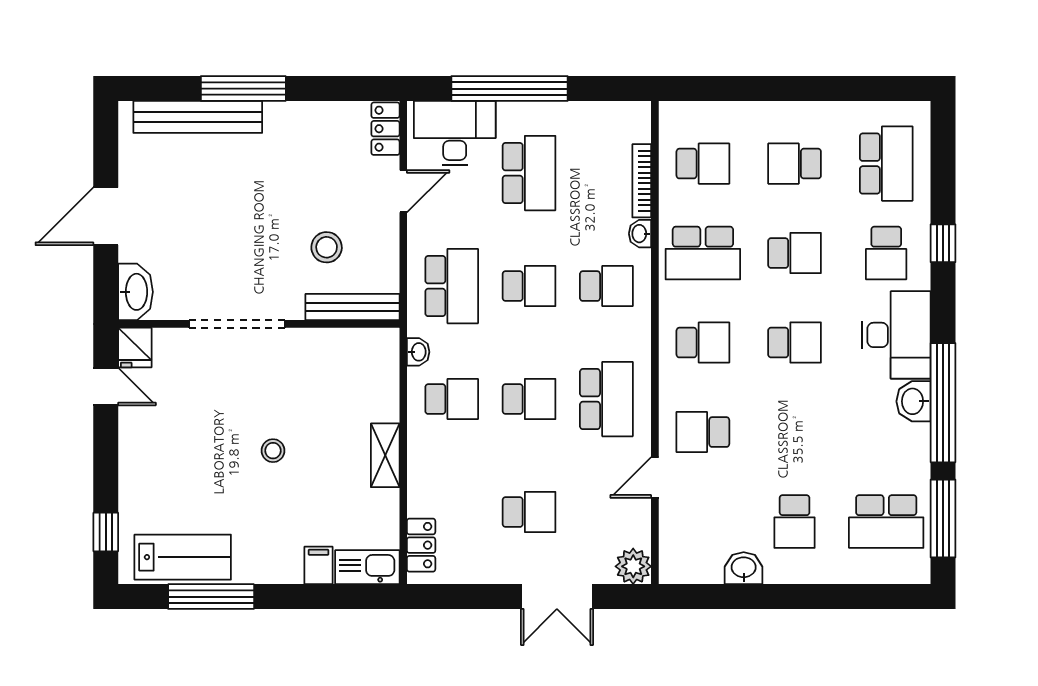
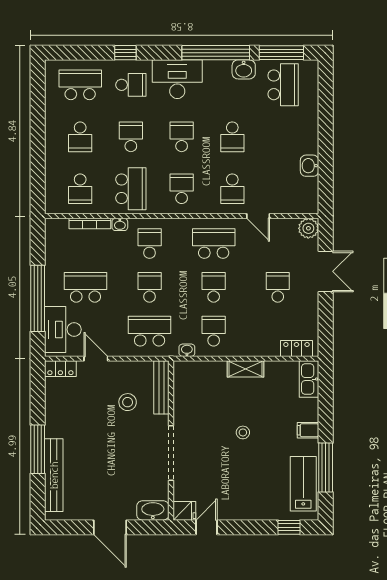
school desk: (703, 164) -> (80, 189), turned 180
washbasin: (913, 401) -> (244, 69), moved
school desk: (795, 522) -> (232, 137), moved, turned 90
filing cabinet: (319, 565) -> (308, 430), moved

